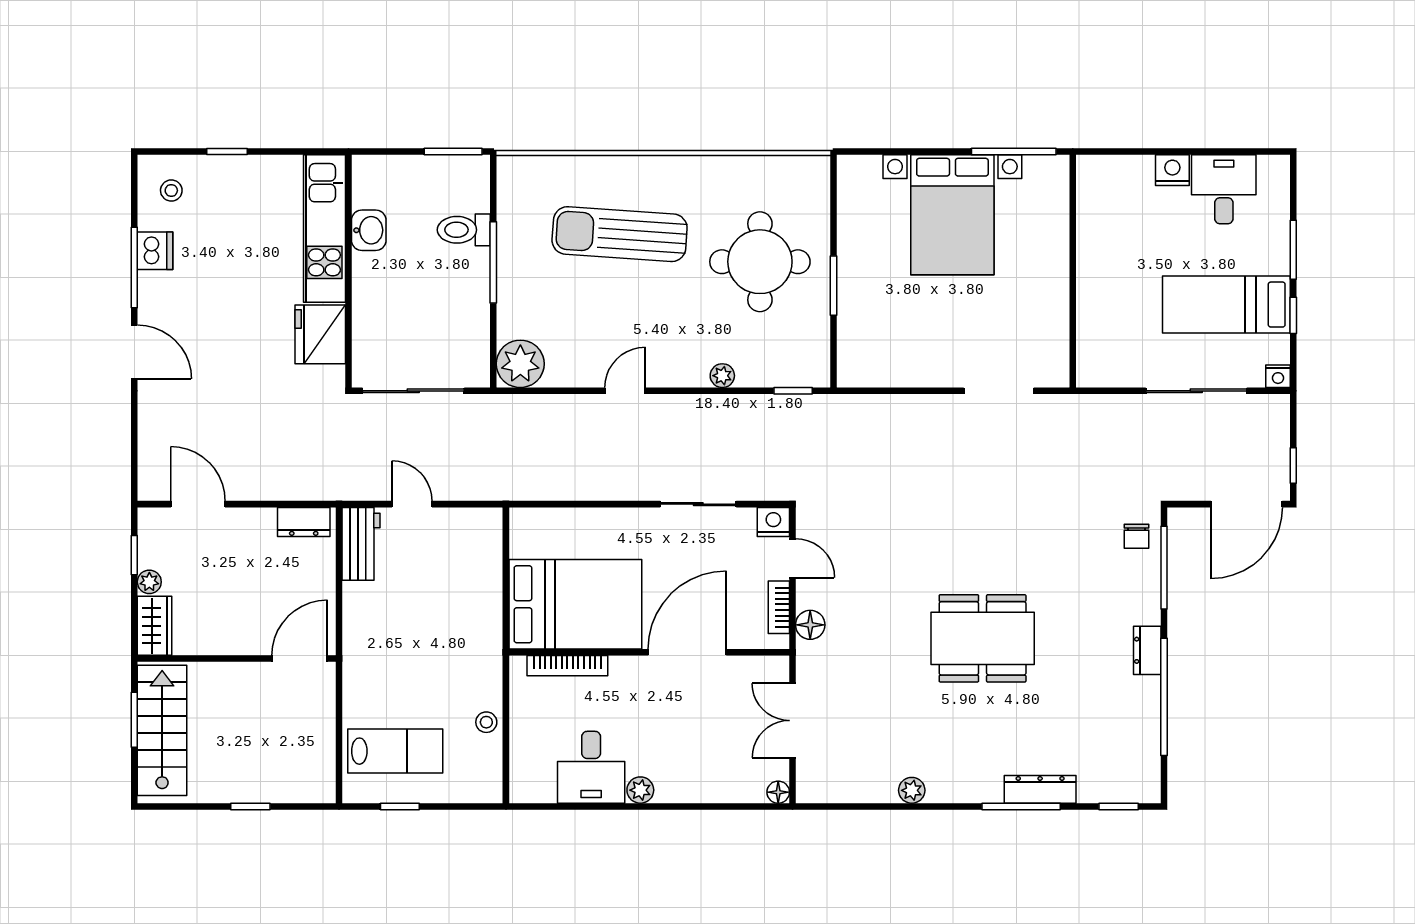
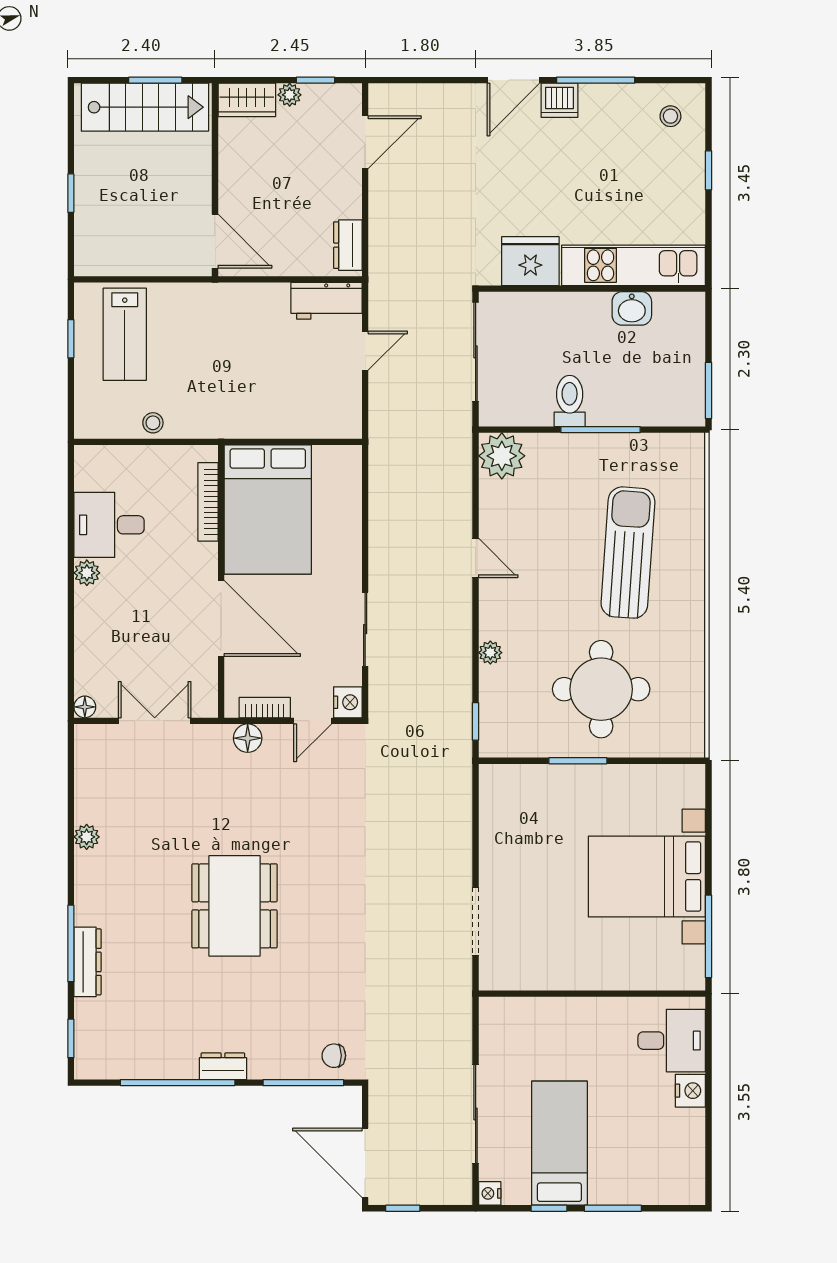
desk: (1224, 189) -> (672, 1041), moved
toilet: (464, 230) -> (570, 401), moved
dishwasher: (155, 251) -> (559, 100), moved

